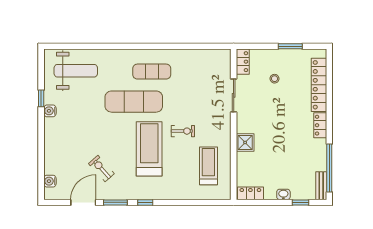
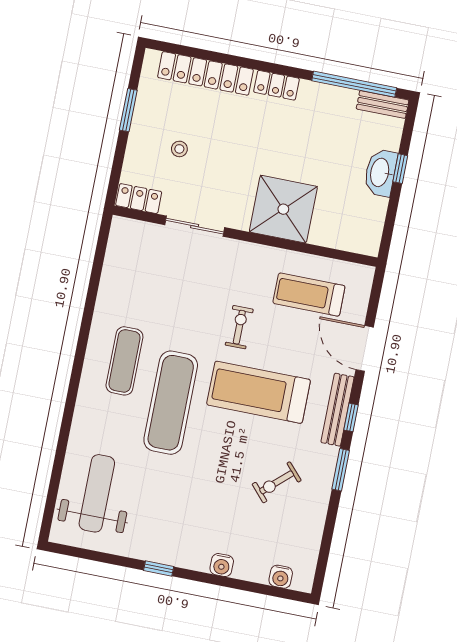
window: (41, 98) -> (159, 568), moved
water cooler: (50, 111) -> (222, 565), moved
shower: (245, 142) -> (283, 209), width x1.86, depth x1.86
locker: (250, 193) -> (371, 231), removed
bench: (148, 194) -> (337, 410), added
washbasin: (283, 194) -> (380, 173), width x1.91, depth x1.45
door: (83, 202) -> (365, 348), moved
window: (300, 202) -> (400, 169), moved

